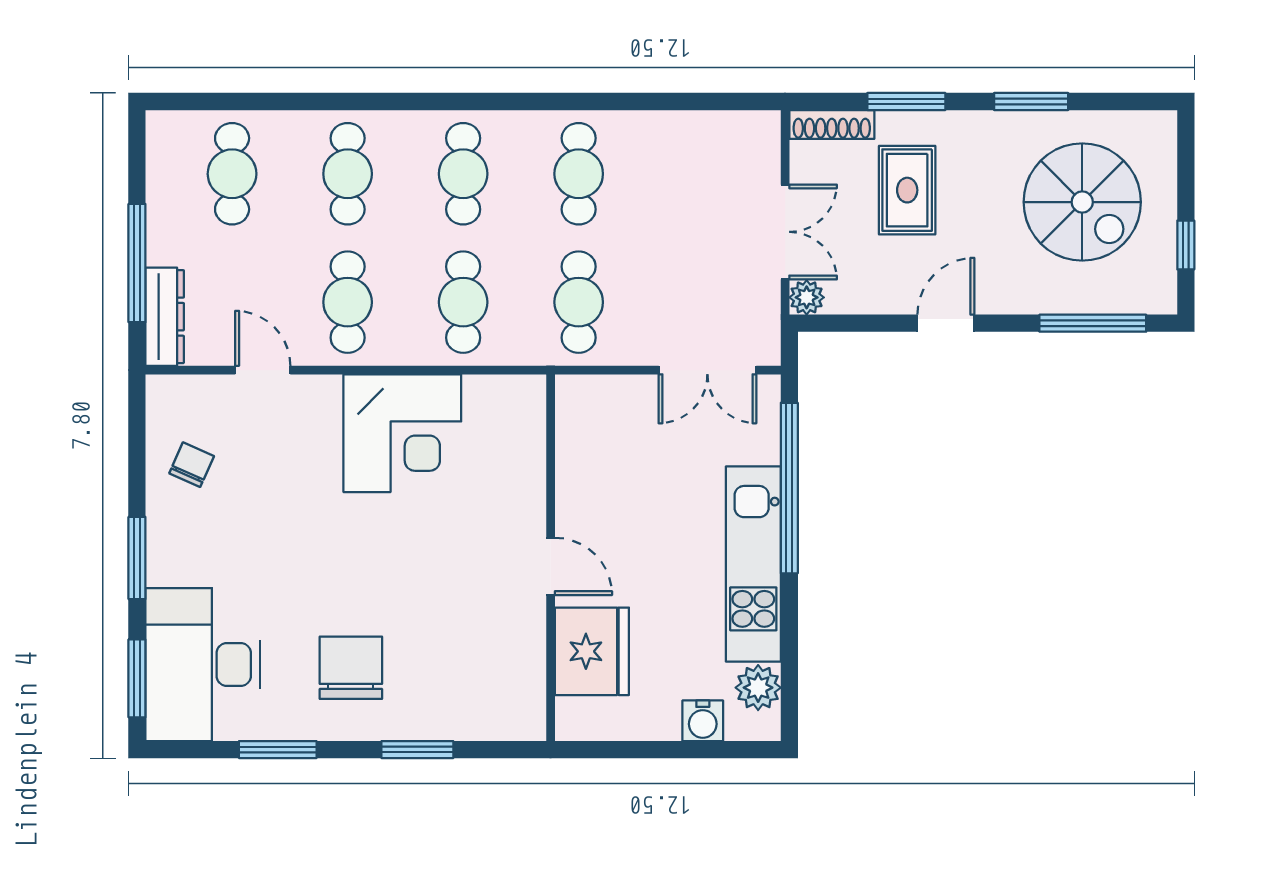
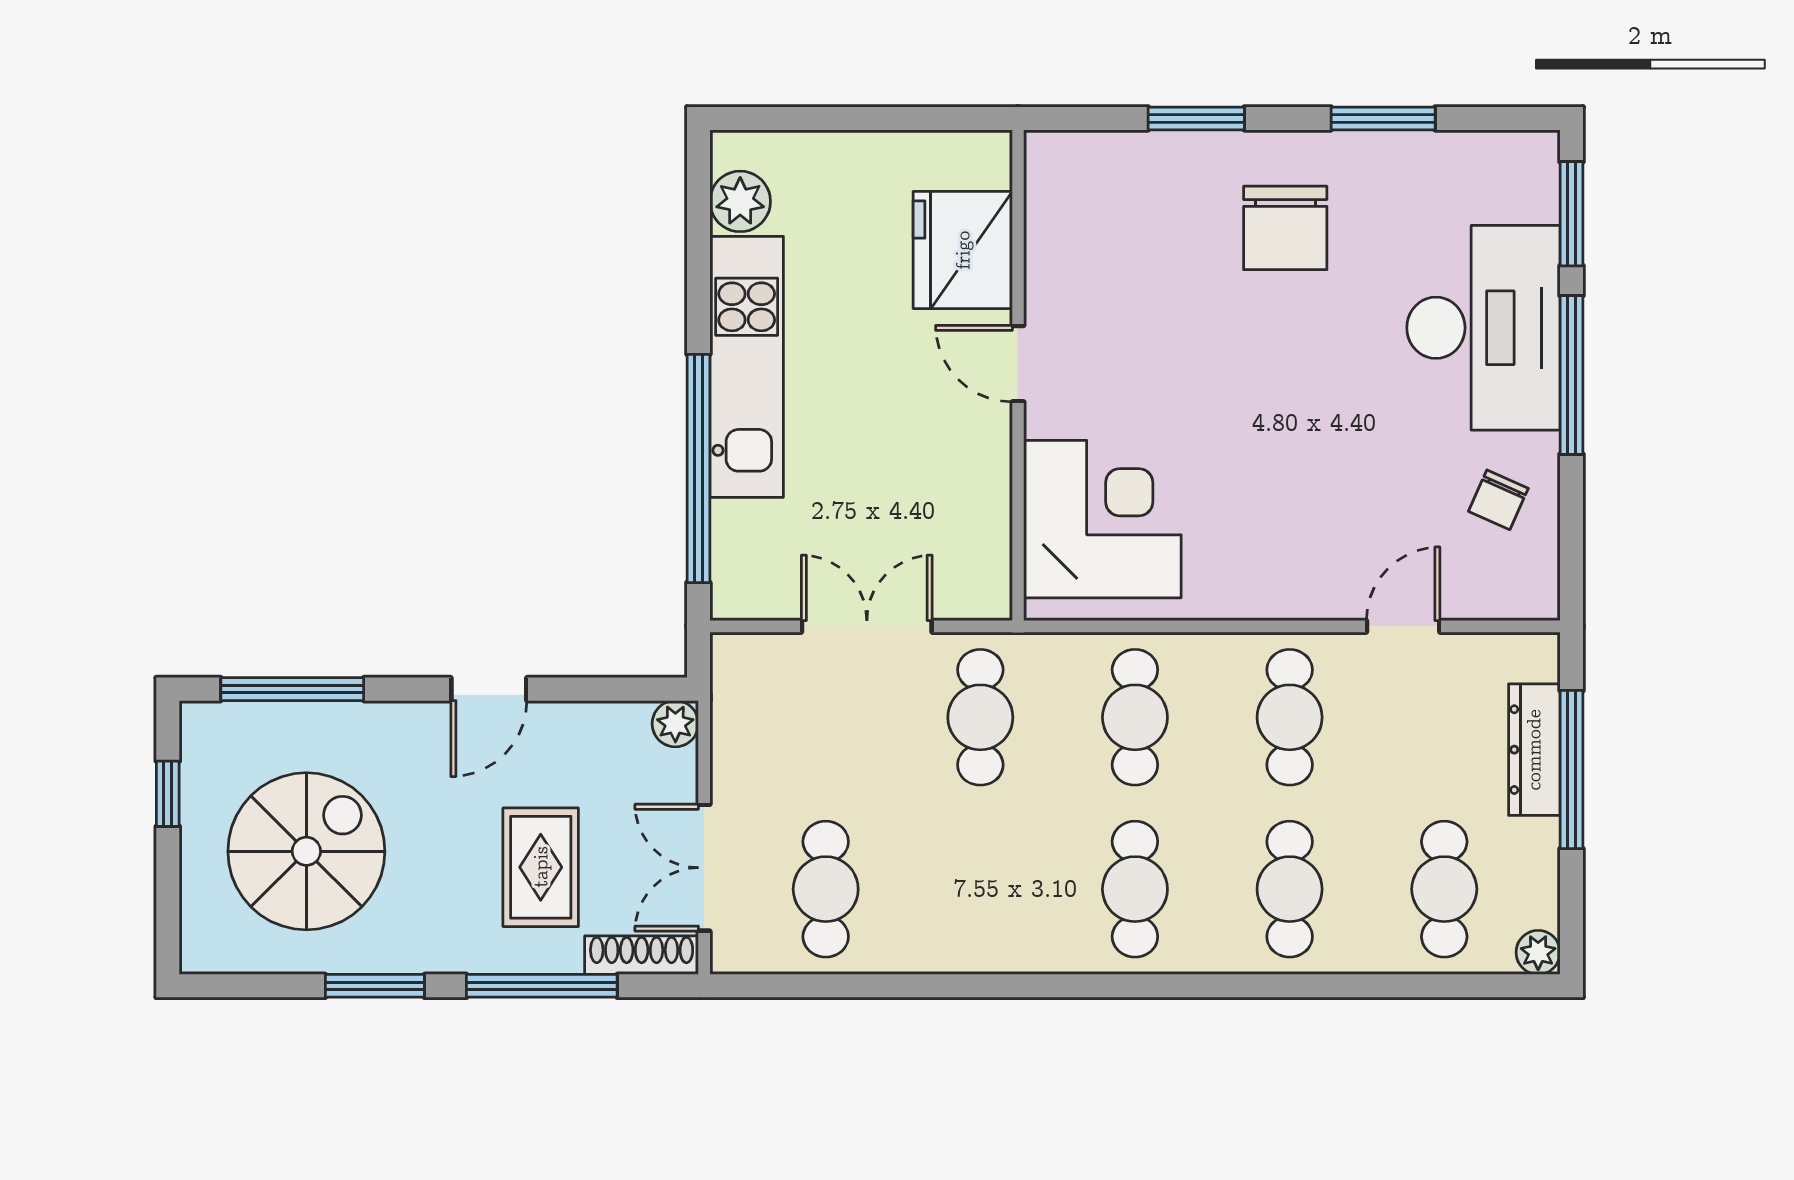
window: (906, 101) -> (542, 986), width x1.44
plant: (162, 126) -> (1538, 952), added
cafe table: (579, 174) -> (826, 889), moved
spiral stairs: (1082, 202) -> (306, 851), turned 90
double door: (785, 232) -> (704, 868), moved
dresser: (165, 317) -> (1534, 750), moved
door: (263, 370) -> (1403, 626), swing flipped
double door: (707, 370) -> (867, 626), moved
corner desk: (402, 433) -> (1102, 519), moved, turned 90
window: (137, 558) -> (1572, 375), width x1.44
desk: (203, 665) -> (1483, 328), moved
water cooler: (703, 721) -> (814, 157), removed

